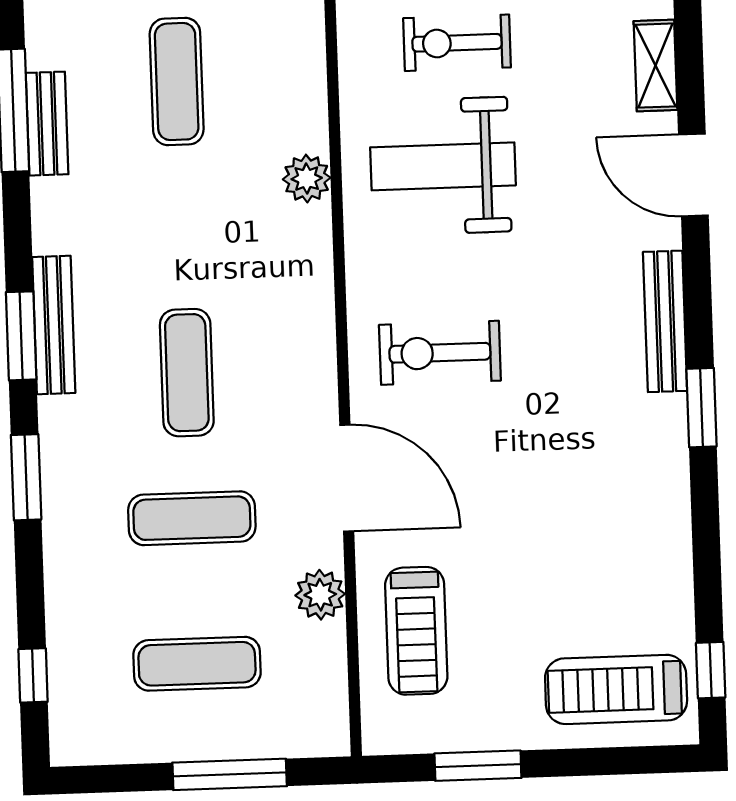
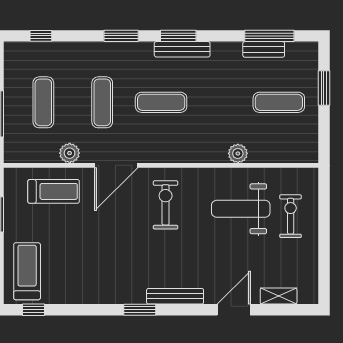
weight bench: (443, 166) -> (241, 209), turned -90
treadmill: (416, 631) -> (54, 191), turned 180

